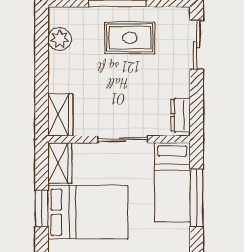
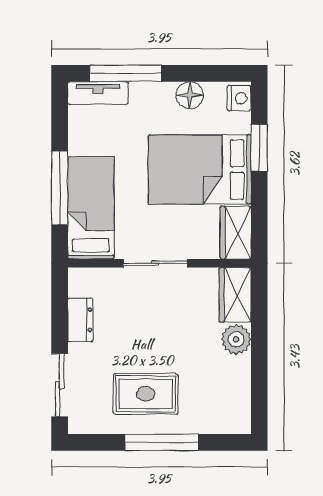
plant: (60, 39) -> (236, 339), moved
dresser: (181, 115) -> (80, 320), moved
window: (42, 209) -> (259, 148), moved

